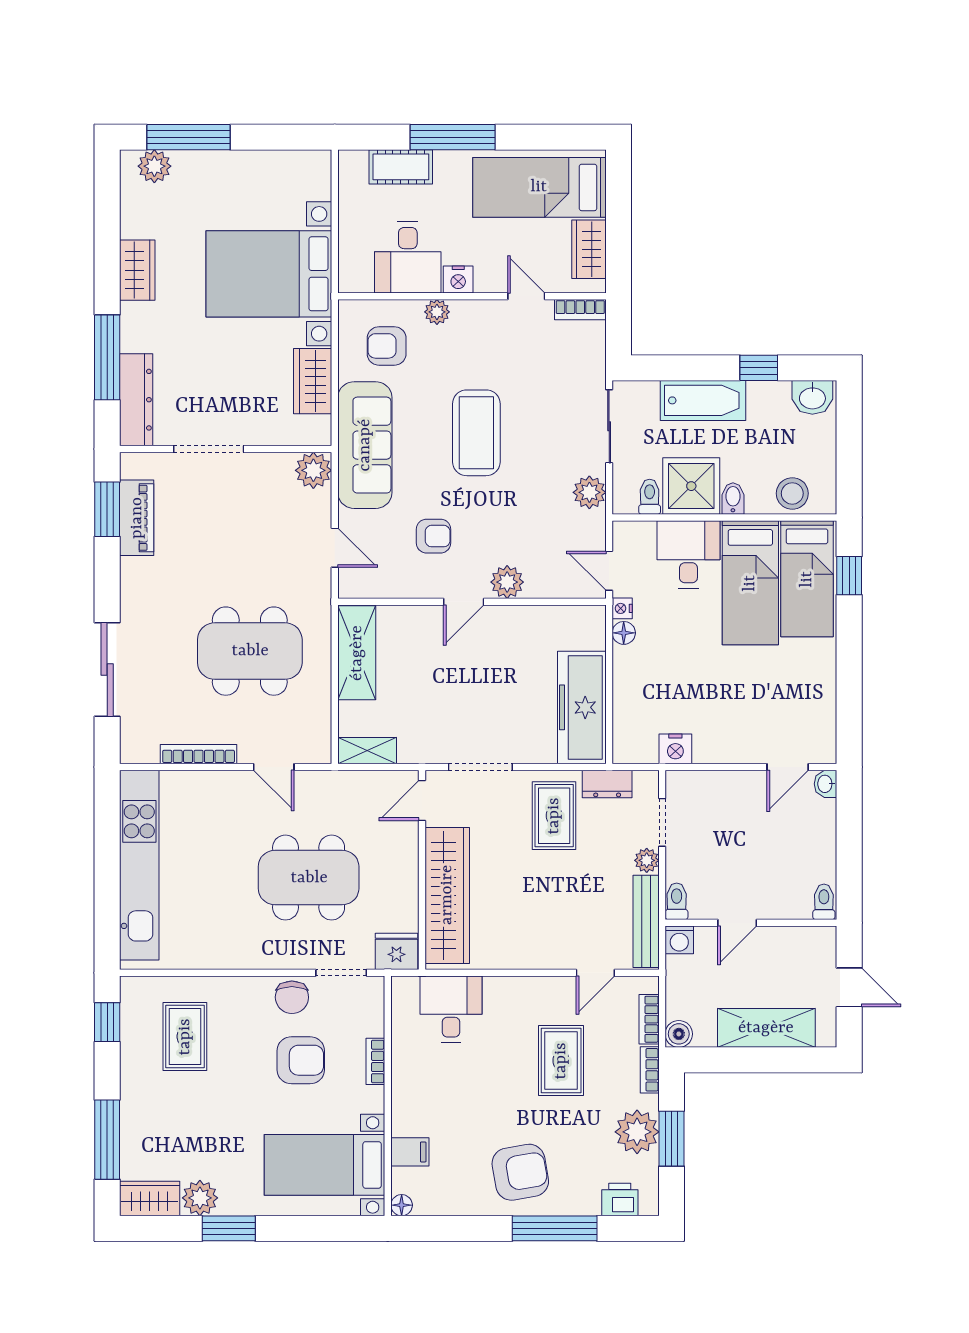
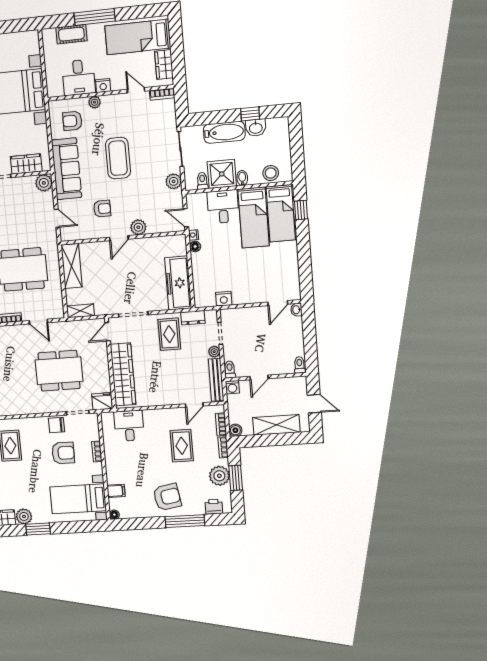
wardrobe: (313, 381) -> (26, 164), moved, turned 90
washbasin: (812, 397) -> (256, 128), moved
chair: (292, 997) -> (57, 425), turned 90

